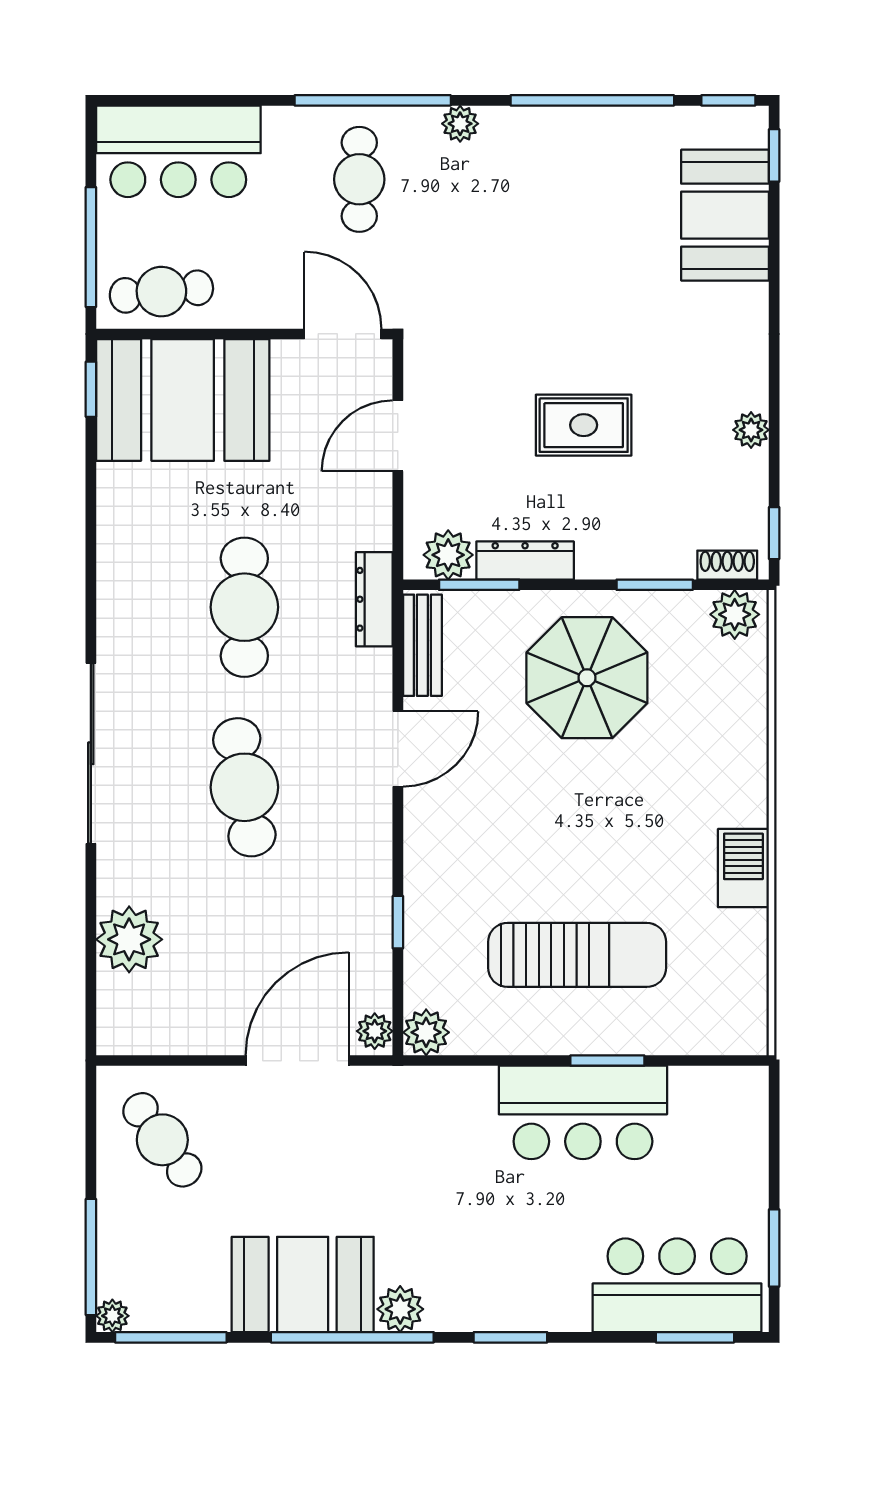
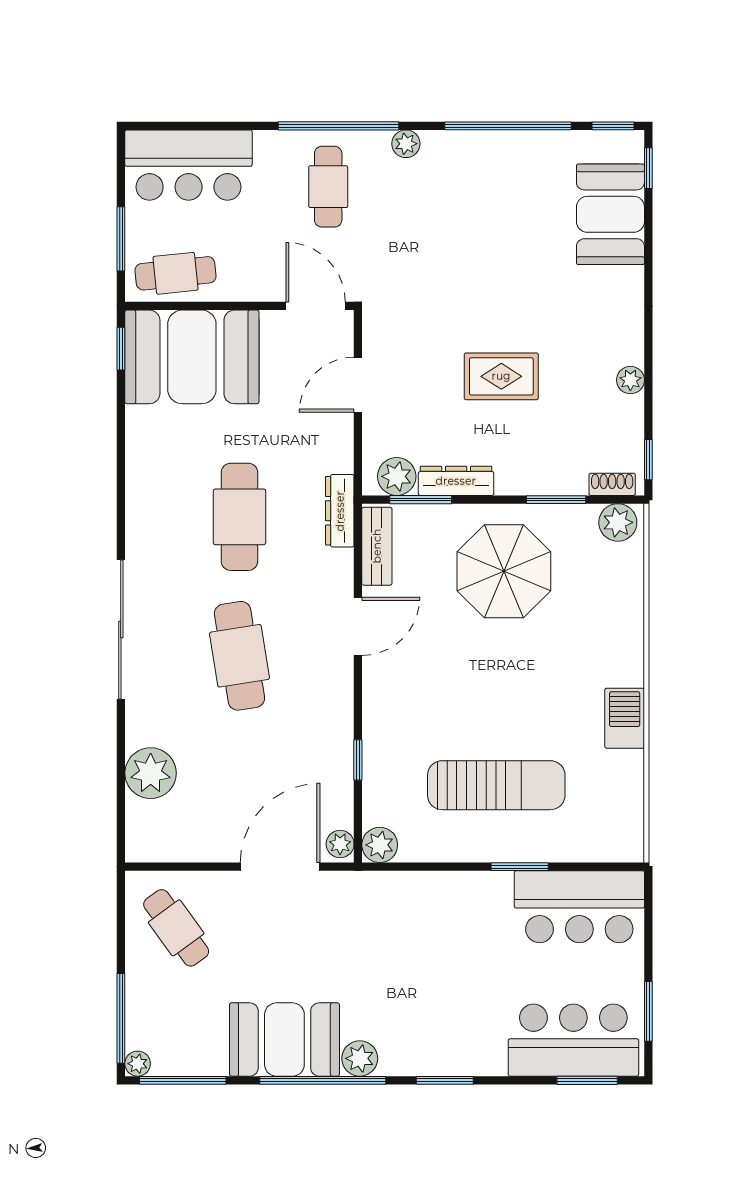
window: (91, 247) -> (121, 239), width x0.69
bar counter: (583, 1112) -> (579, 907), moved

